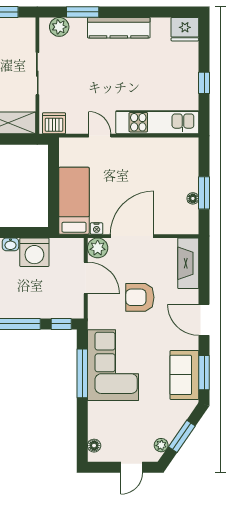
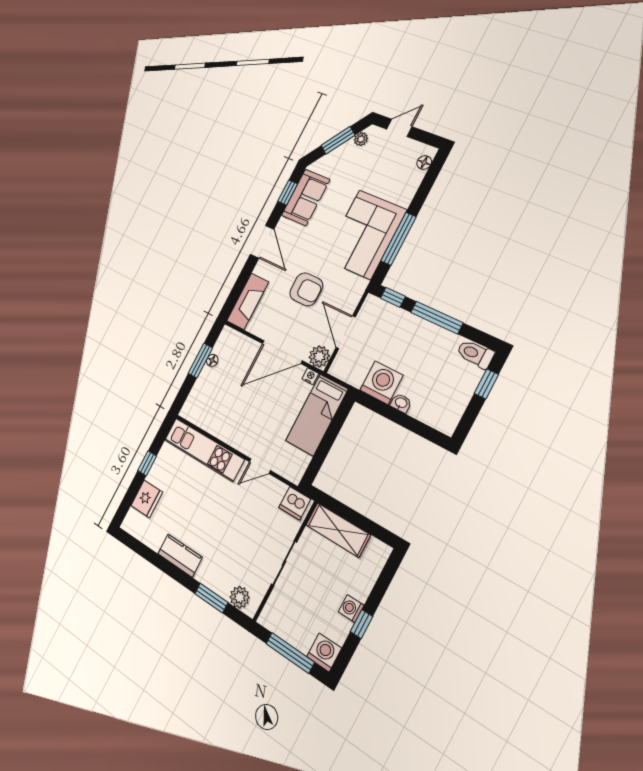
kitchen counter: (119, 28) -> (180, 556), width x0.67
fridge: (185, 29) -> (147, 499), moved, turned 90
door: (100, 136) -> (260, 466), hinge flipped
window: (204, 373) -> (288, 193), width x0.67

